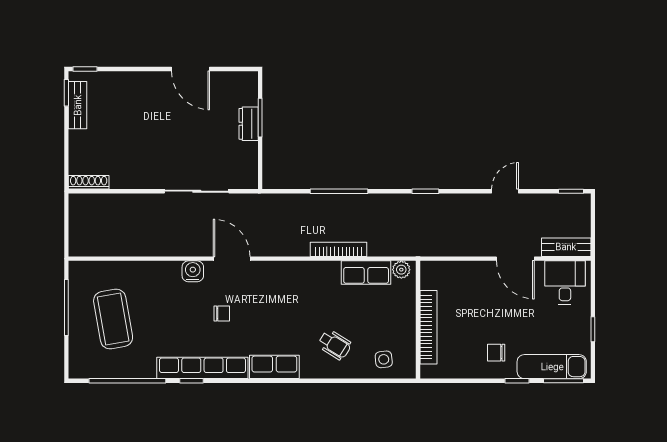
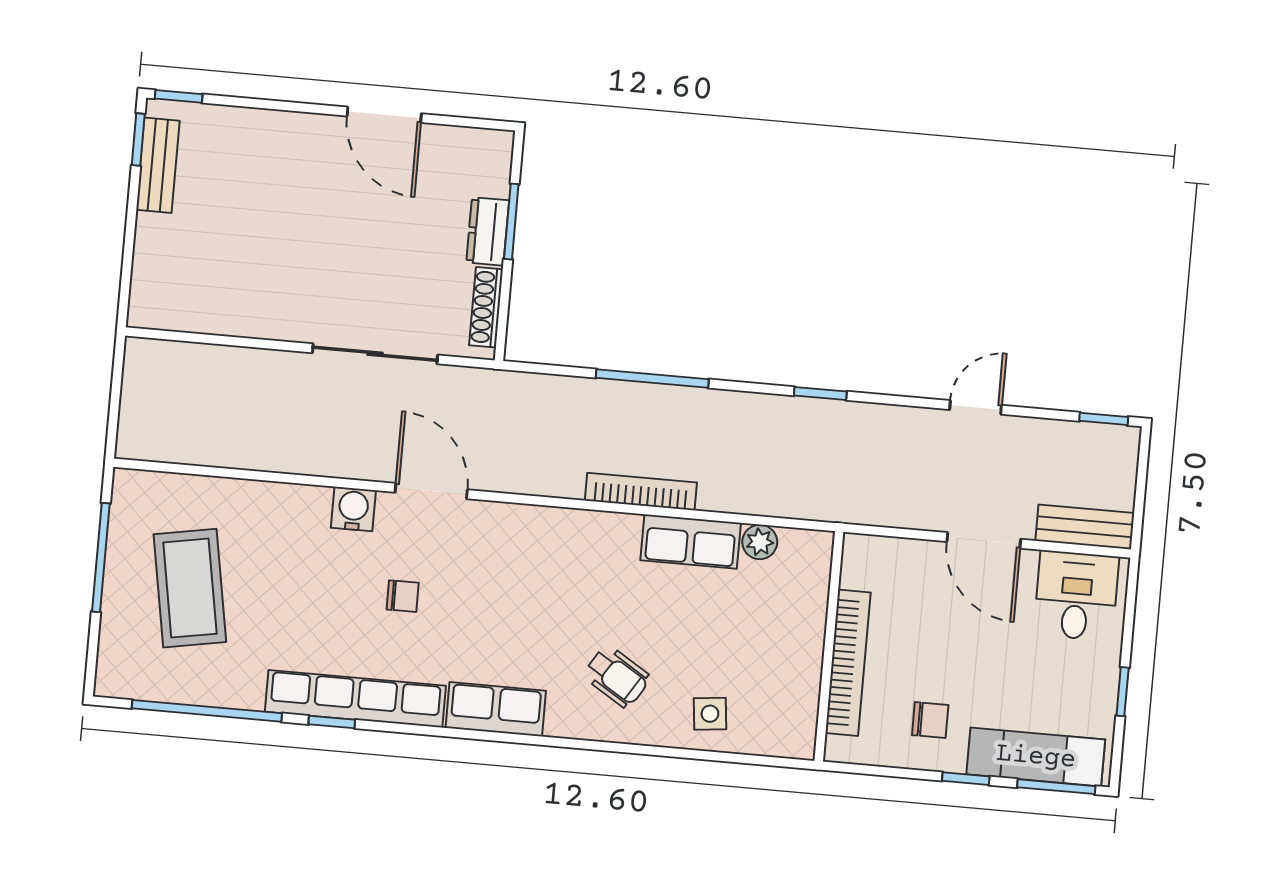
shoe rack: (89, 182) -> (486, 307), moved, turned -90
wall: (418, 320) -> (829, 646), moved
bookcase: (429, 327) -> (848, 663), moved
chair: (496, 353) -> (930, 720), turned 180

